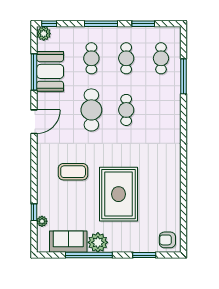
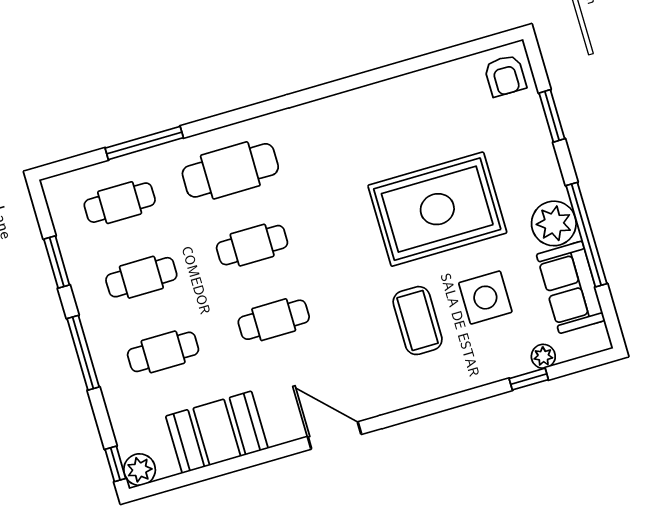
window: (34, 72) -> (228, 466), removed
cafe table: (91, 110) -> (274, 320), width x0.73, depth x0.74
cafe table: (161, 110) -> (230, 170), added
side table: (74, 204) -> (485, 298), added

